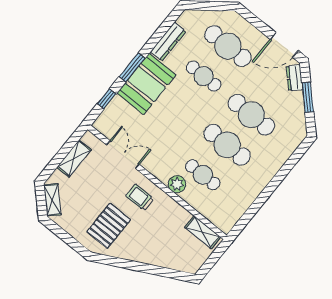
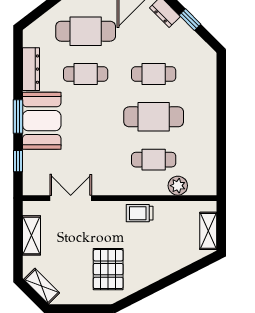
window: (308, 97) -> (190, 20), width x0.67
cafe table: (251, 115) -> (154, 74), width x0.73, depth x0.74
plant: (177, 184) -> (178, 186), moved
trolley: (140, 197) -> (140, 213), moved
shelving: (203, 232) -> (208, 231), moved, turned 90

